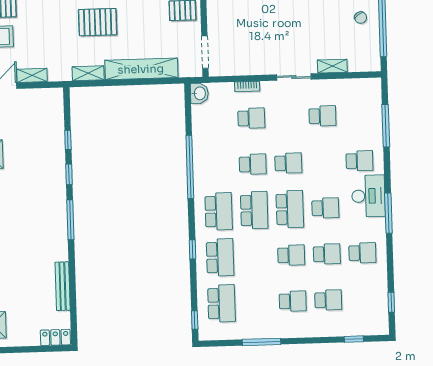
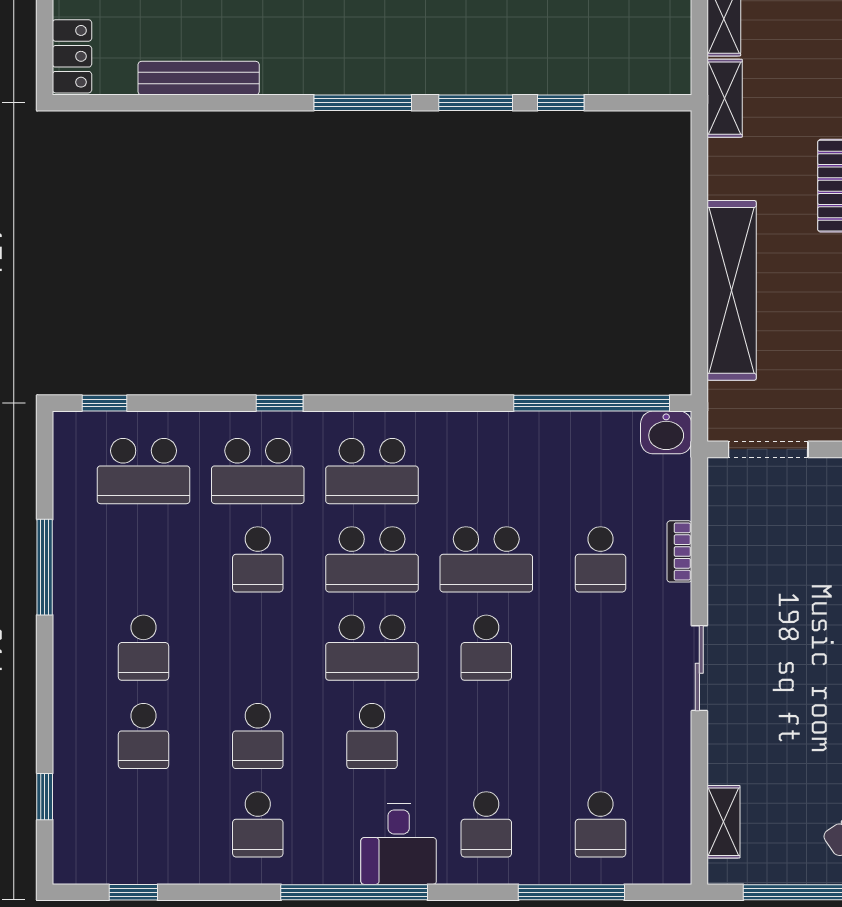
shelving: (332, 66) -> (723, 822), moved
shelving: (88, 73) -> (725, 98), moved
school desk: (322, 116) -> (601, 824), moved
school desk: (253, 164) -> (486, 559), width x1.85
window: (190, 167) -> (592, 403), moved
window: (69, 174) -> (476, 103), width x1.50
desk: (368, 196) -> (399, 844), width x0.73
window: (388, 213) -> (354, 892), width x1.46
school desk: (291, 255) -> (258, 559), moved

